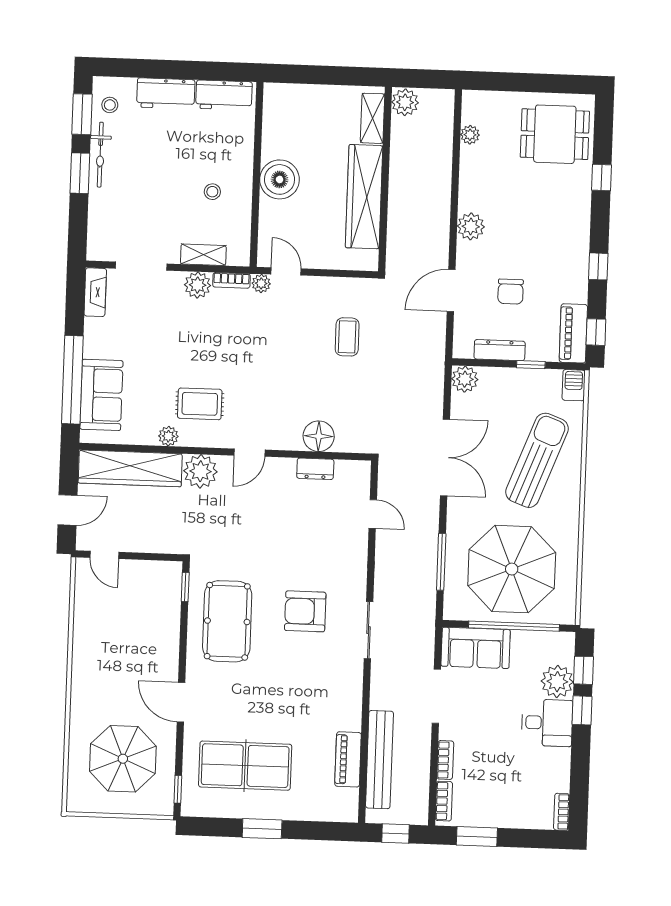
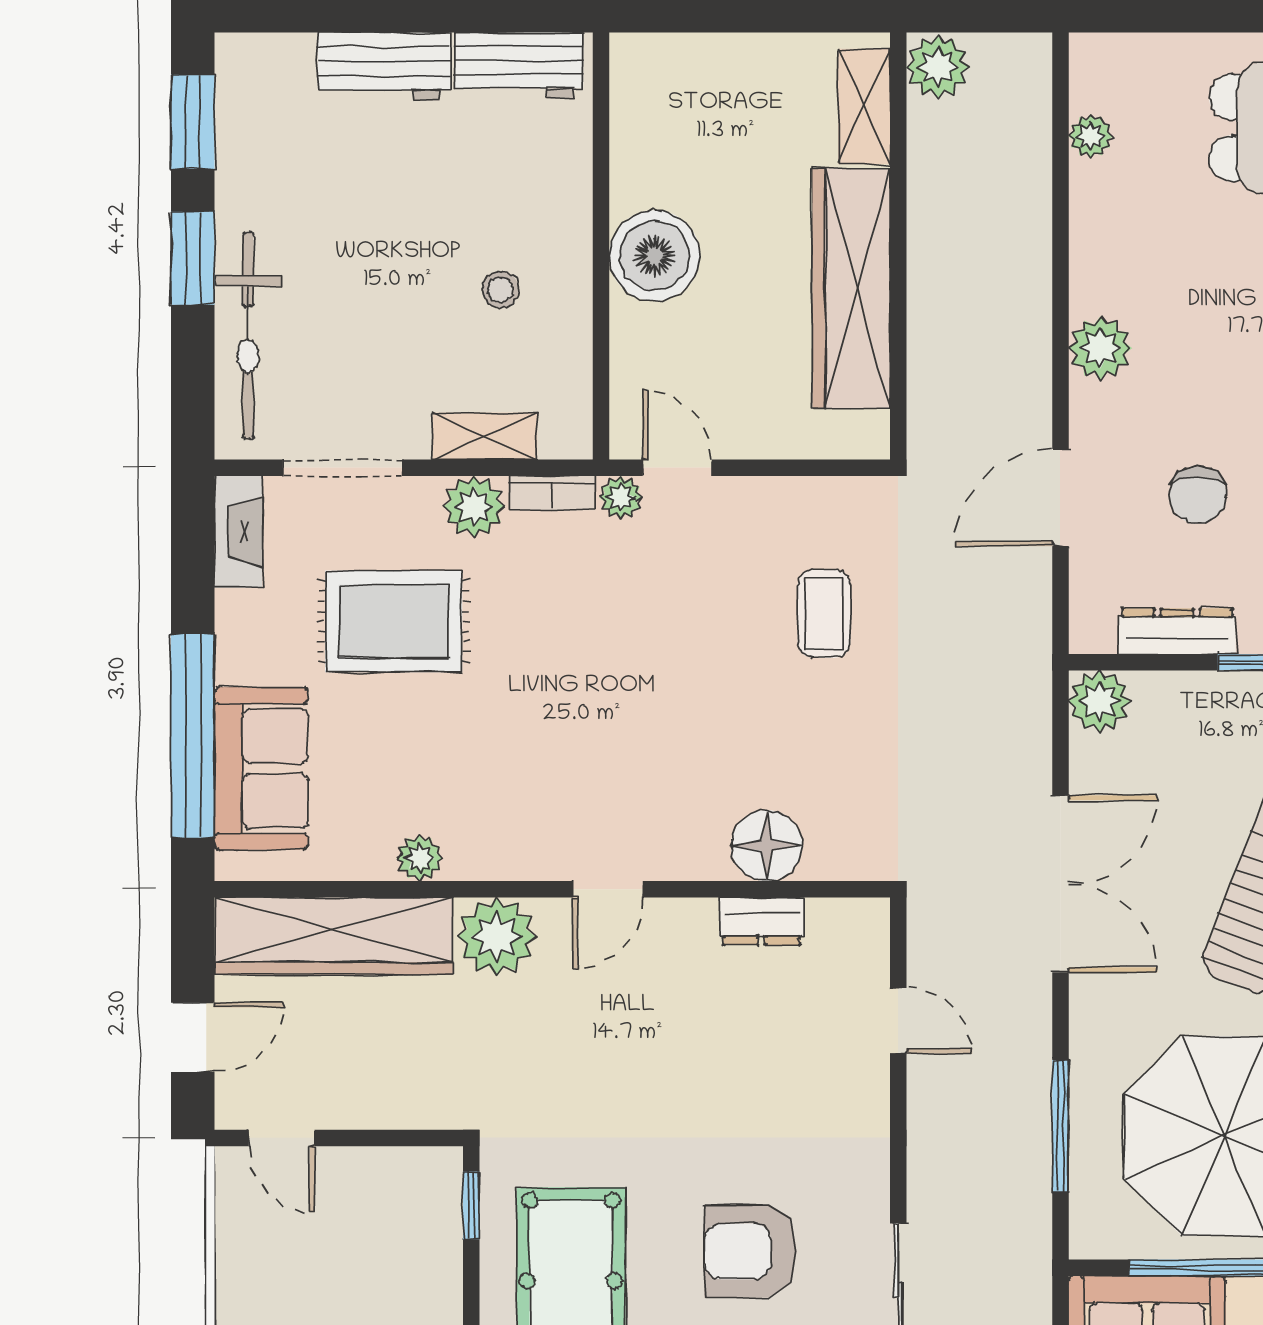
stool: (110, 105) -> (256, 98), removed
bicycle: (100, 155) -> (248, 335), moved, width x1.37, depth x1.40
rug: (200, 404) -> (394, 621), moved, width x1.36, depth x1.43

